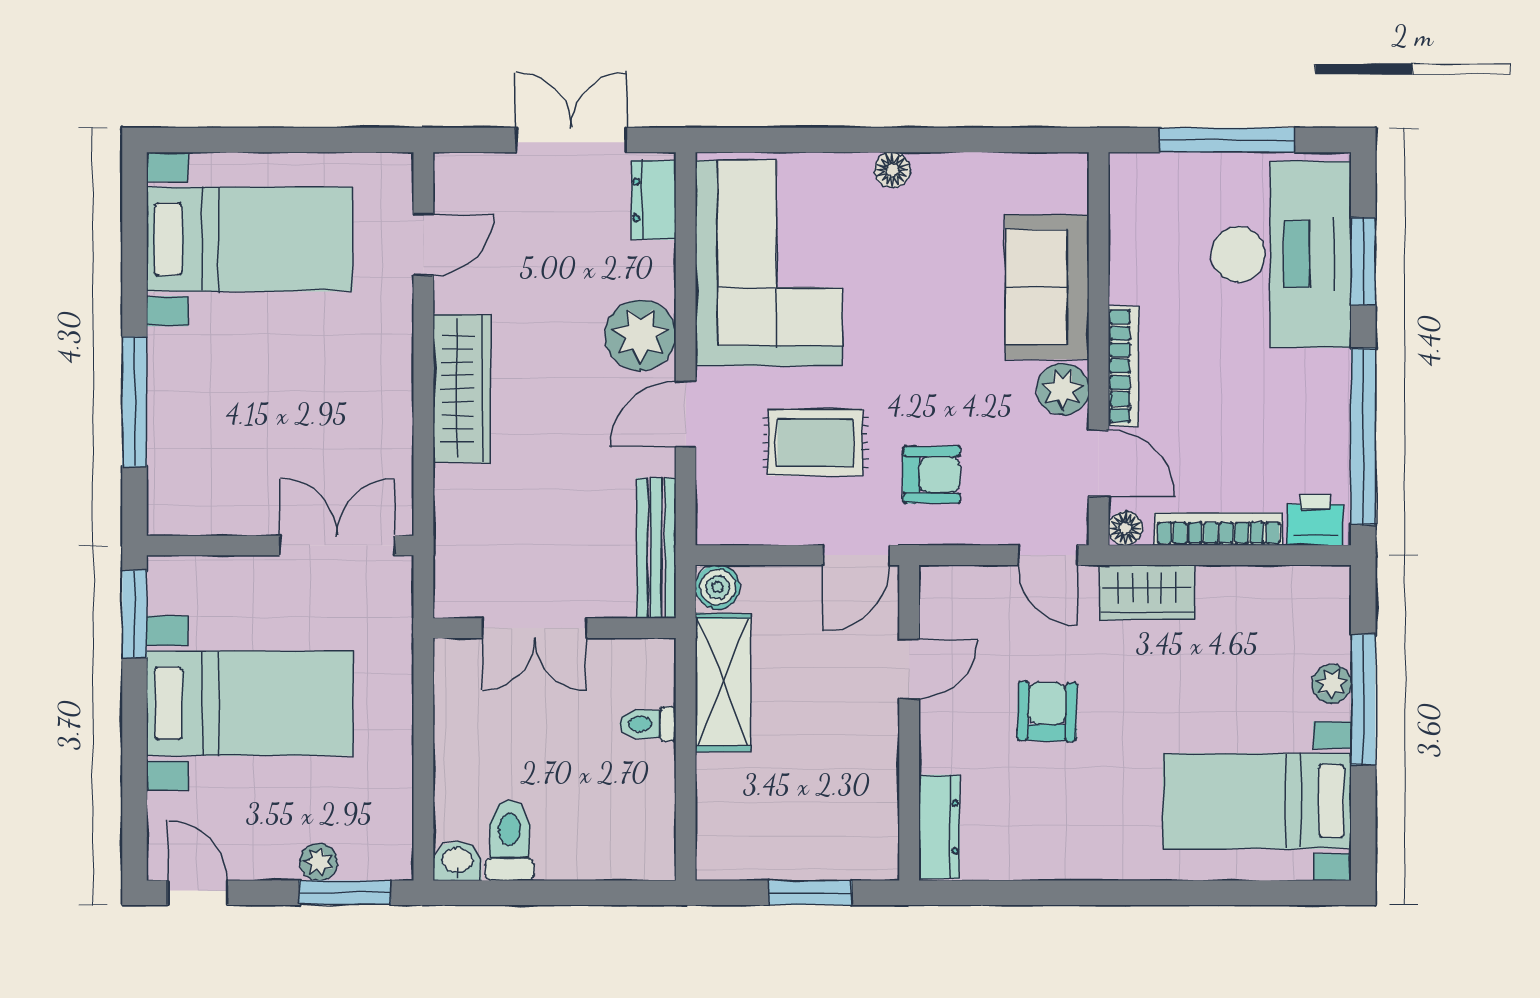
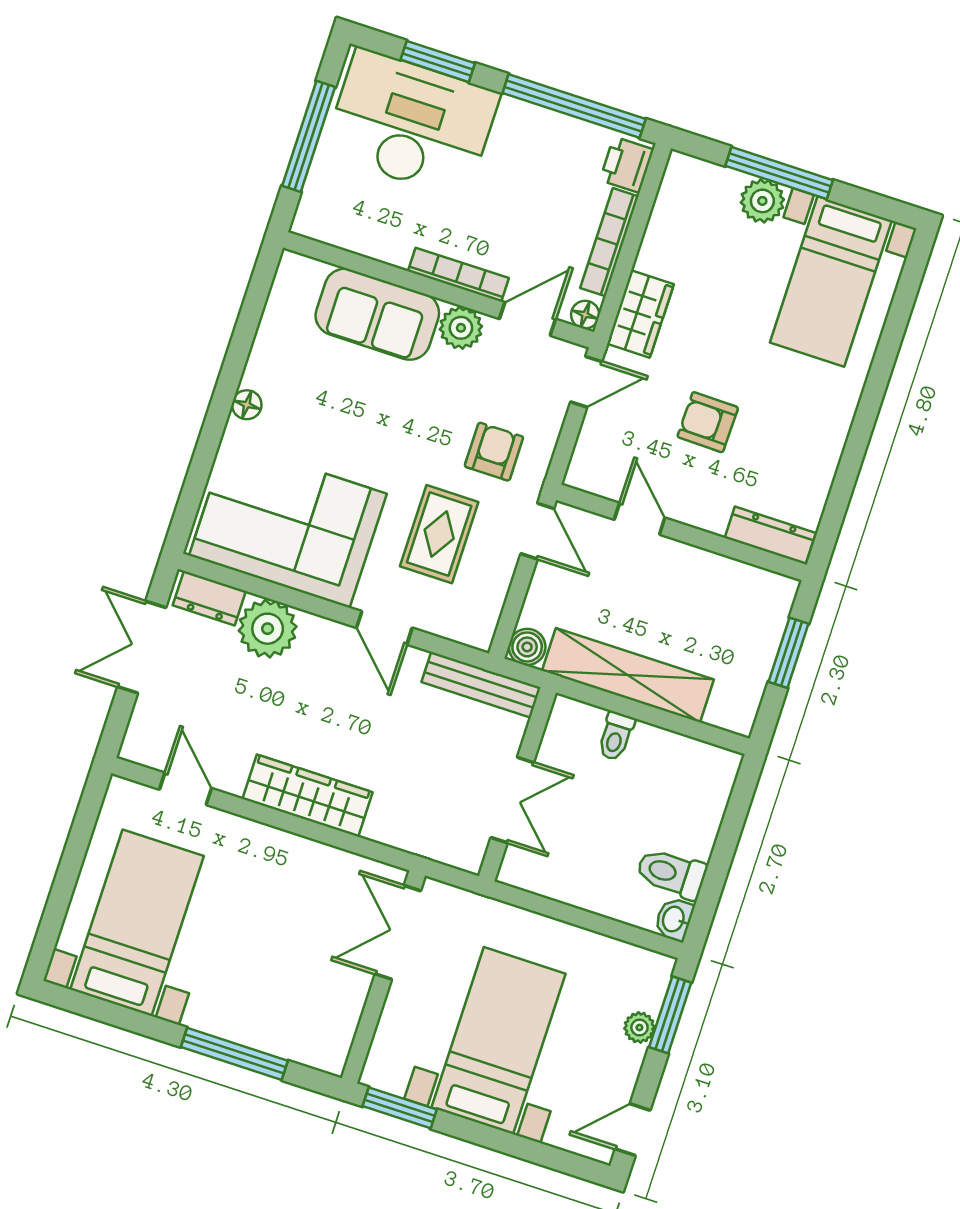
plant: (640, 335) -> (268, 629), moved
shelving: (723, 682) -> (628, 675), width x1.47
plant: (1332, 684) -> (762, 201), width x1.38, depth x1.38

